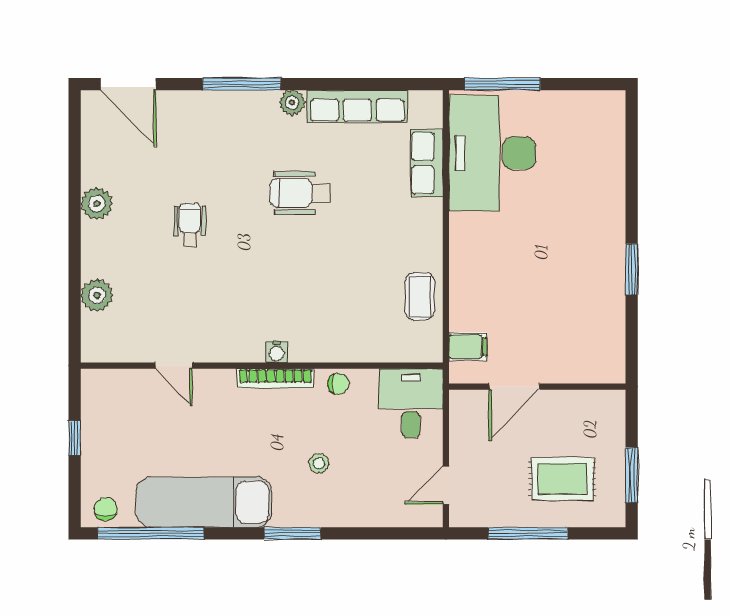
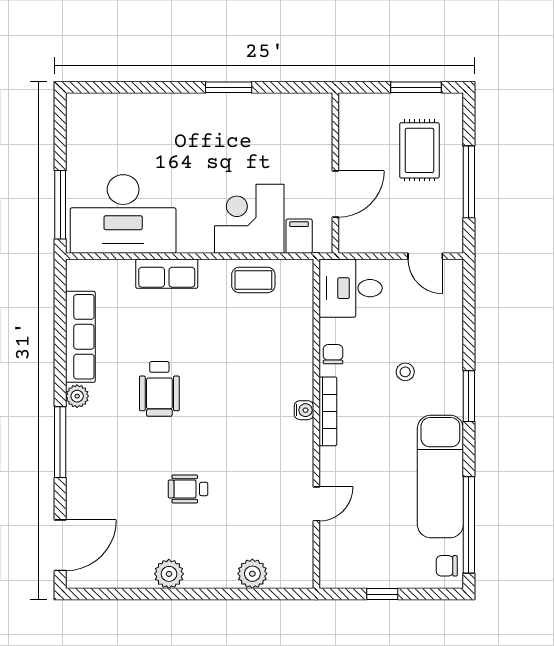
row of seats: (427, 163) -> (167, 274), moved
corner desk: (487, 292) -> (249, 219), added
door: (514, 387) -> (335, 194), hinge flipped

